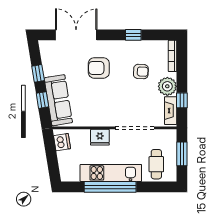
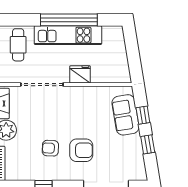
armchair: (141, 72) -> (50, 148), moved
sofa: (58, 100) -> (126, 115), width x0.73
dishwasher: (62, 142) -> (121, 69), removed

